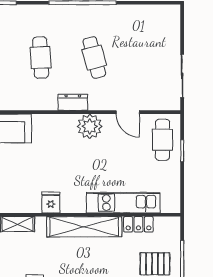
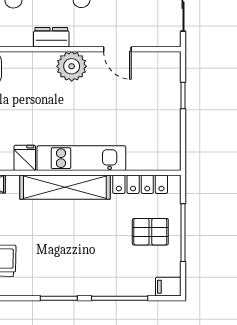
cafe table: (163, 140) -> (159, 82), removed
kitchen unit: (123, 203) -> (81, 158), moved
locker: (138, 224) -> (140, 184), width x1.53

